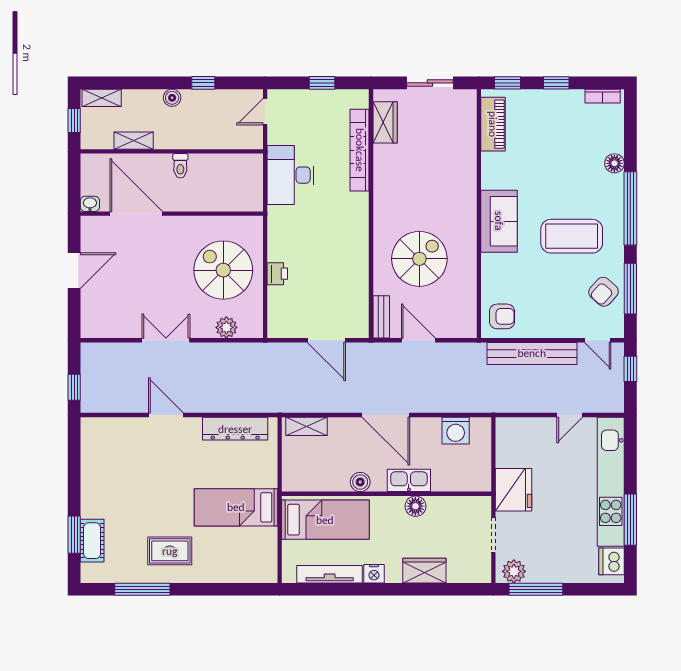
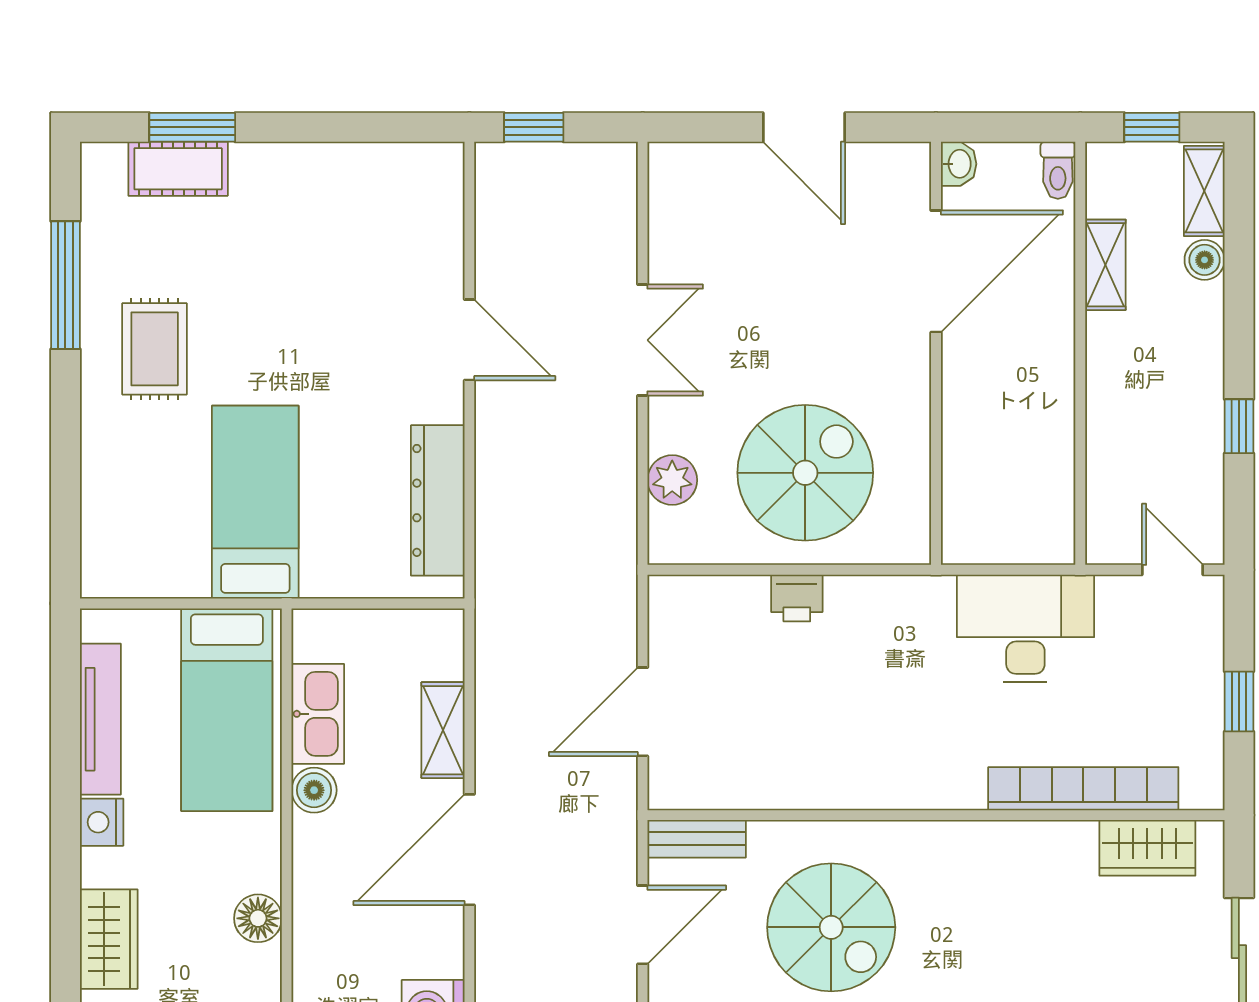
boiler: (172, 98) -> (1205, 260), moved
toilet: (180, 166) -> (1058, 170), moved, turned -90
door: (166, 415) -> (469, 340), hinge flipped
shelving: (307, 426) -> (443, 730), moved
kitchen sink: (409, 480) -> (318, 714), moved

